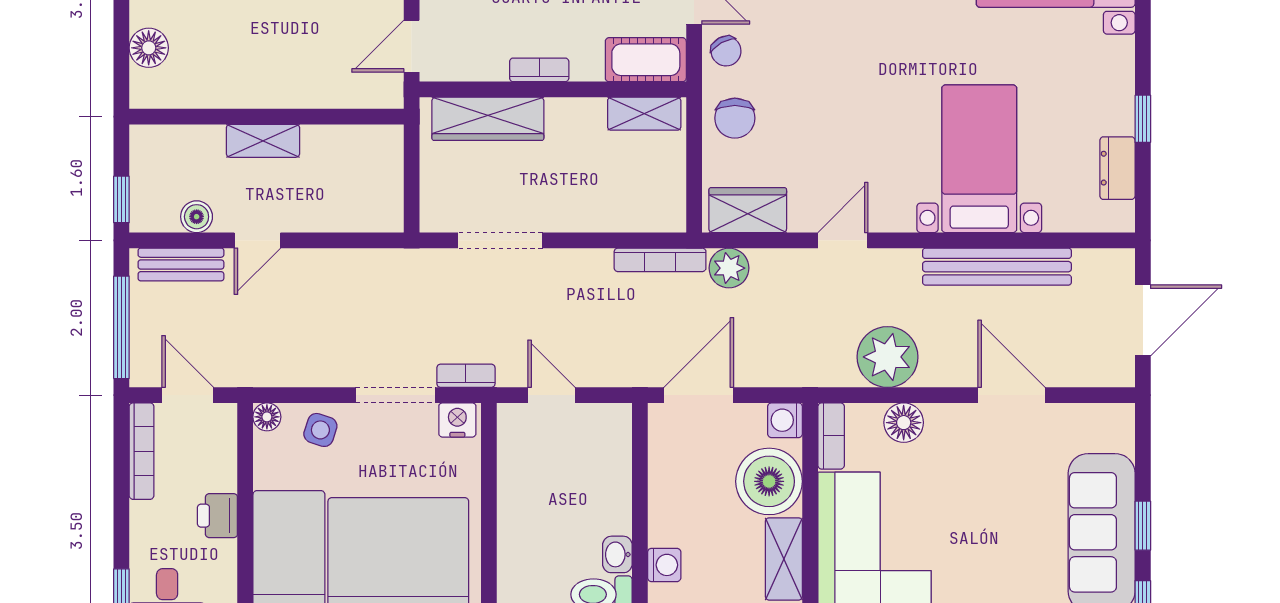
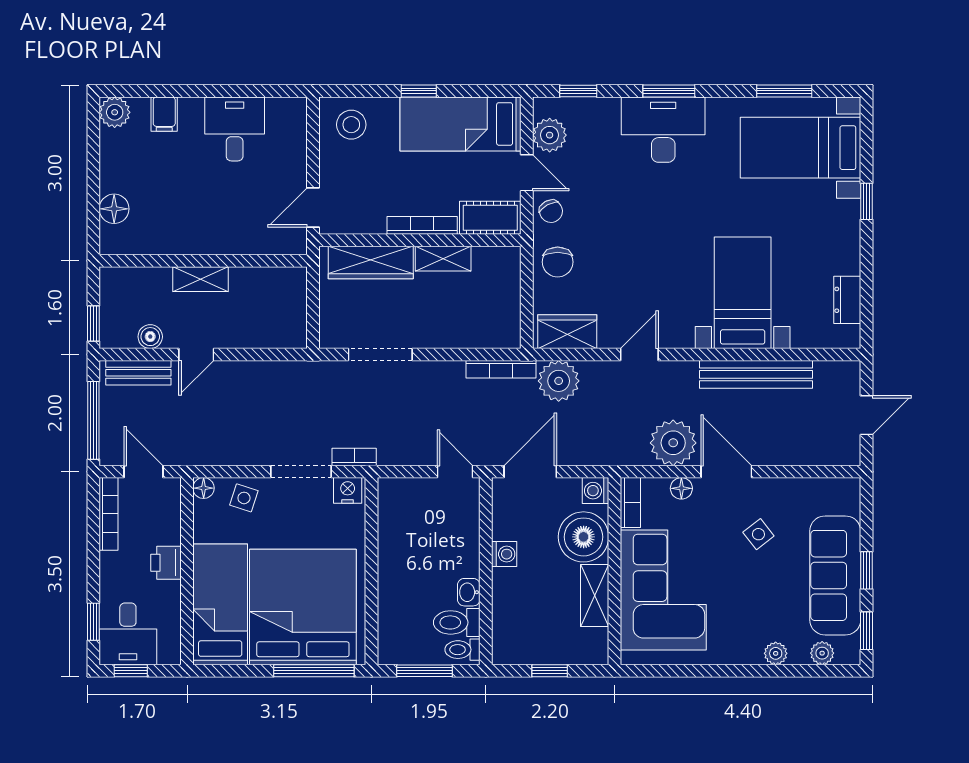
bookcase: (539, 70) -> (422, 225), width x1.56
shelving: (644, 114) -> (443, 259), moved
window: (1143, 119) -> (866, 201), moved
plant: (729, 268) -> (559, 381), width x1.36, depth x1.36
door: (1143, 320) -> (866, 415), width x0.73
door: (552, 395) -> (455, 472), moved
door: (1012, 395) -> (726, 472), moved
floor lamp: (904, 423) -> (681, 488), width x0.73, depth x0.73
side table: (1000, 478) -> (758, 534), added
washing machine: (664, 565) -> (504, 554), moved

